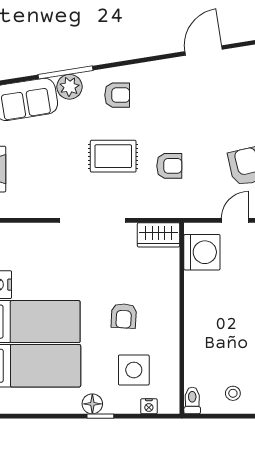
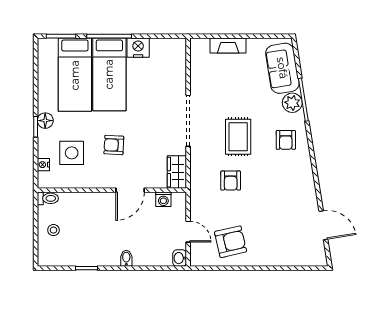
door: (204, 50) -> (323, 225), moved
washing machine: (202, 252) -> (163, 199), width x0.53, depth x0.53
door: (182, 295) -> (130, 190), added

